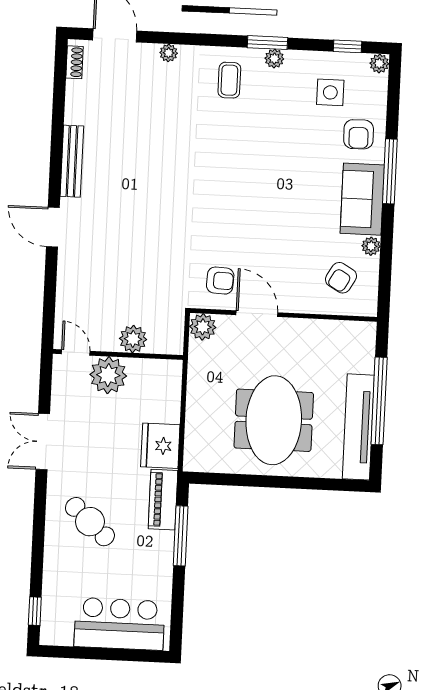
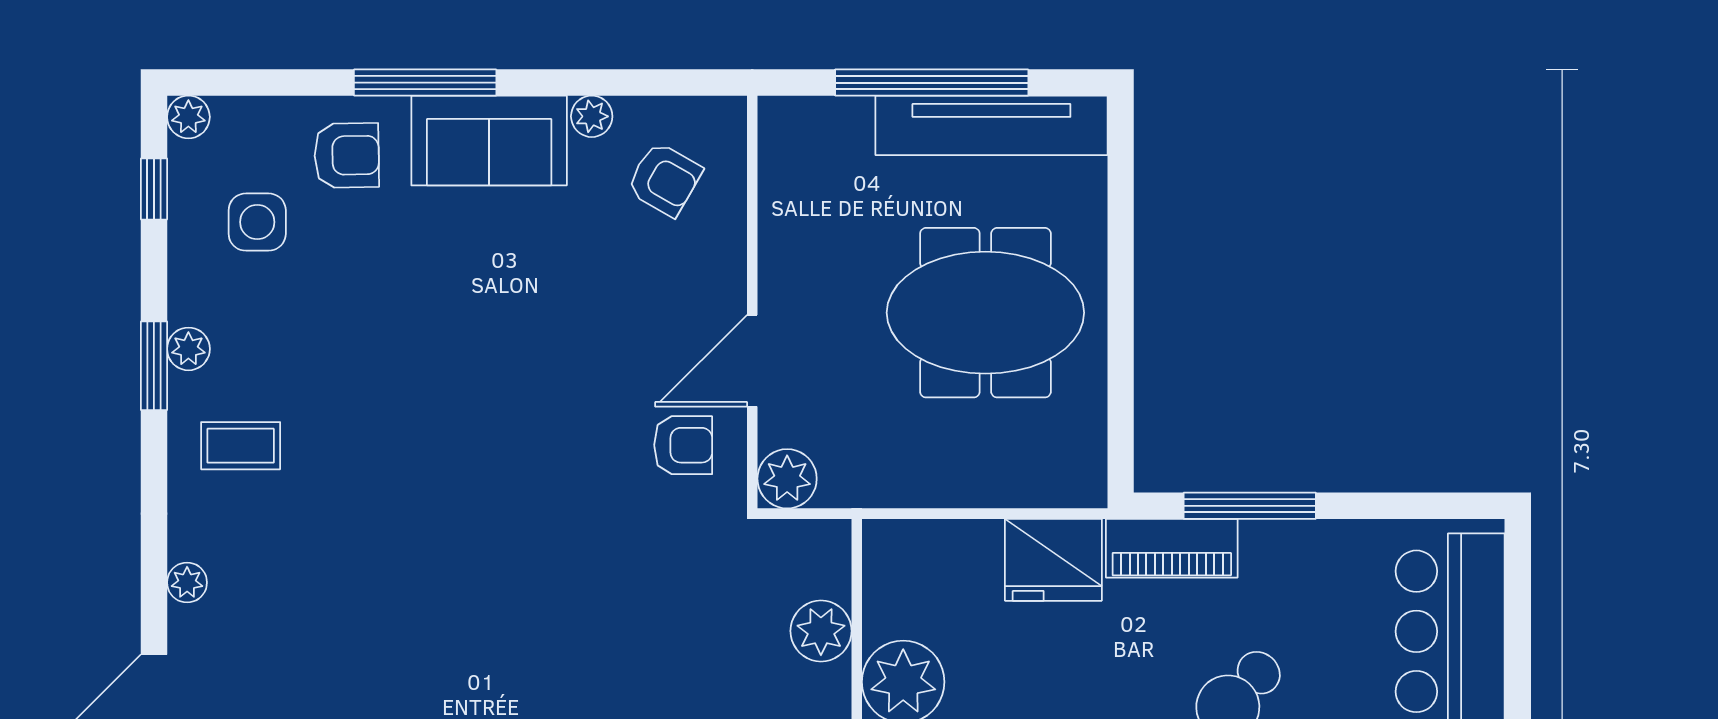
armchair: (220, 281) -> (683, 445), turned 87

